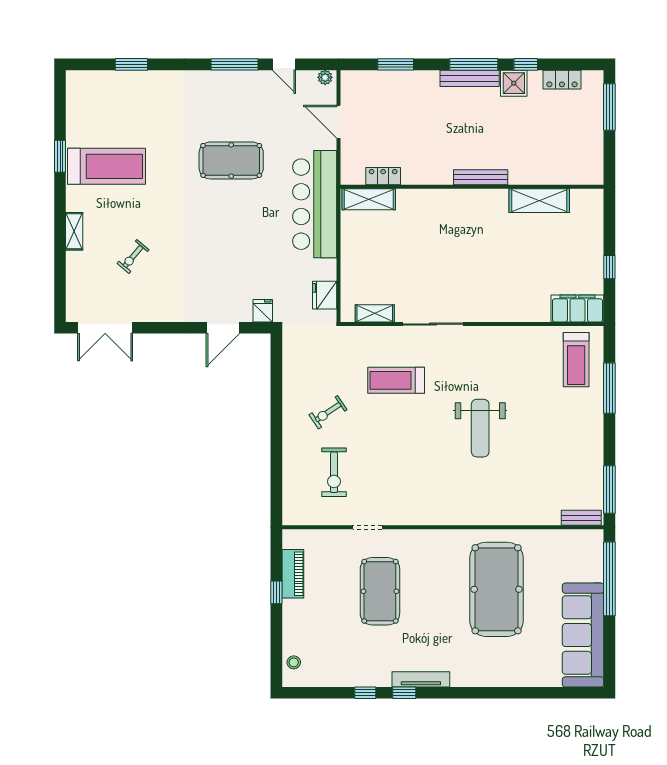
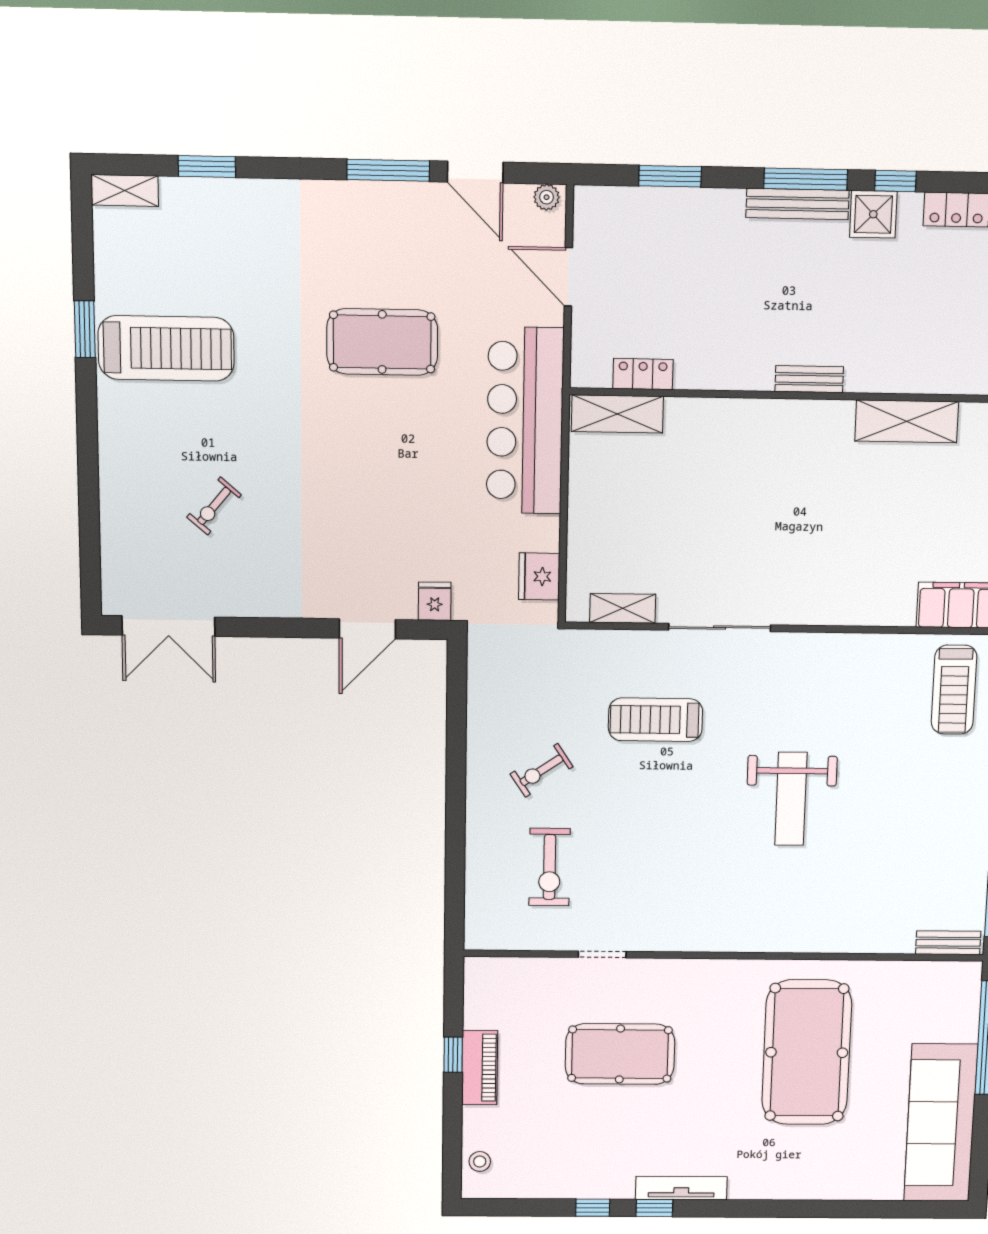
door: (284, 64) -> (475, 172), width x1.37
bench: (481, 177) -> (809, 379), width x0.73
shelving: (74, 231) -> (125, 190), moved, turned 90
piano: (293, 574) -> (480, 1068), moved
pool table: (380, 591) -> (620, 1054), turned 90

